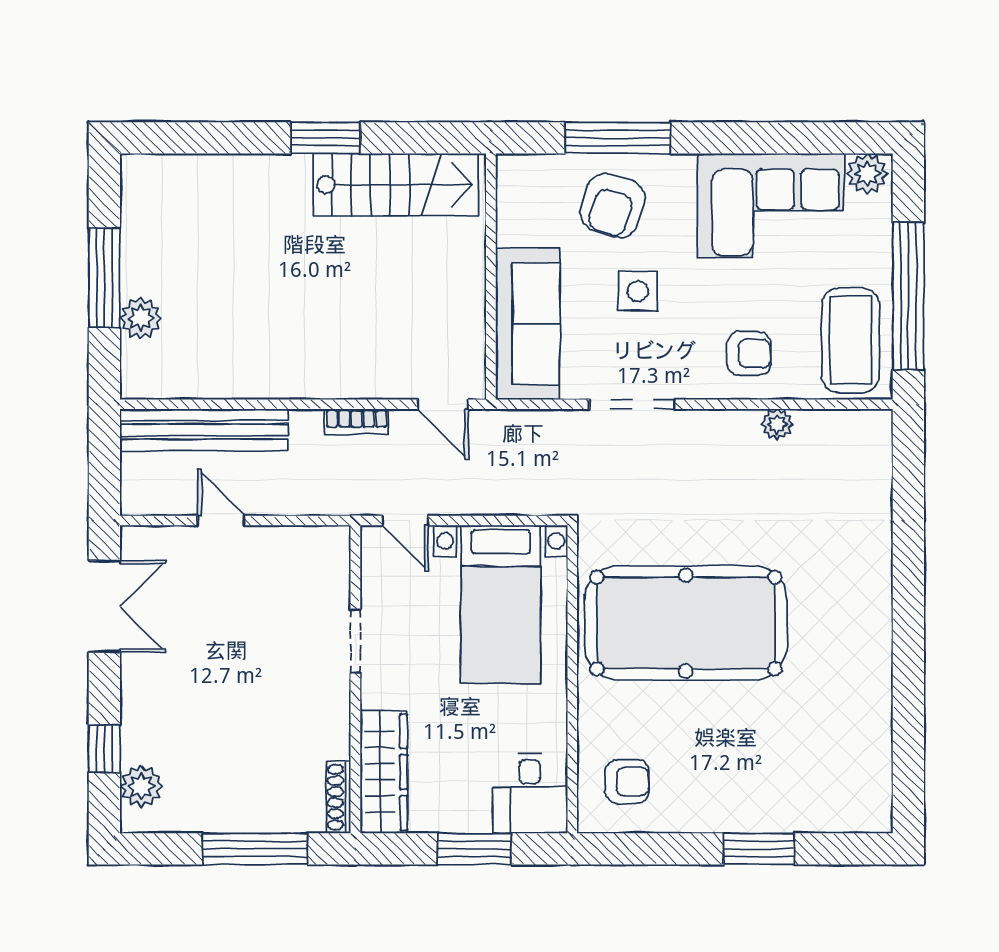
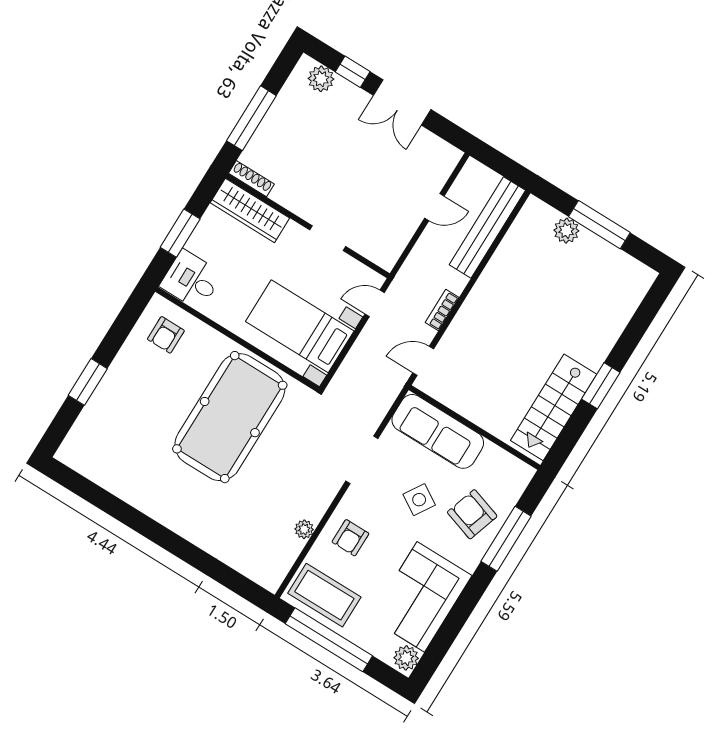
side table: (638, 291) -> (419, 500), turned 31
double door: (104, 607) -> (402, 102), moved

